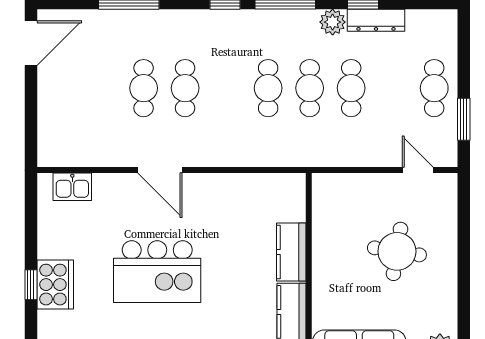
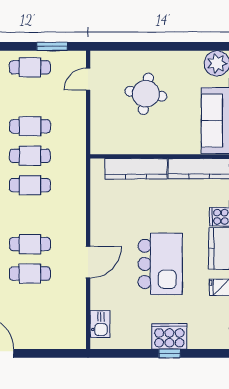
kitchen counter: (291, 252) -> (136, 169), width x1.50

